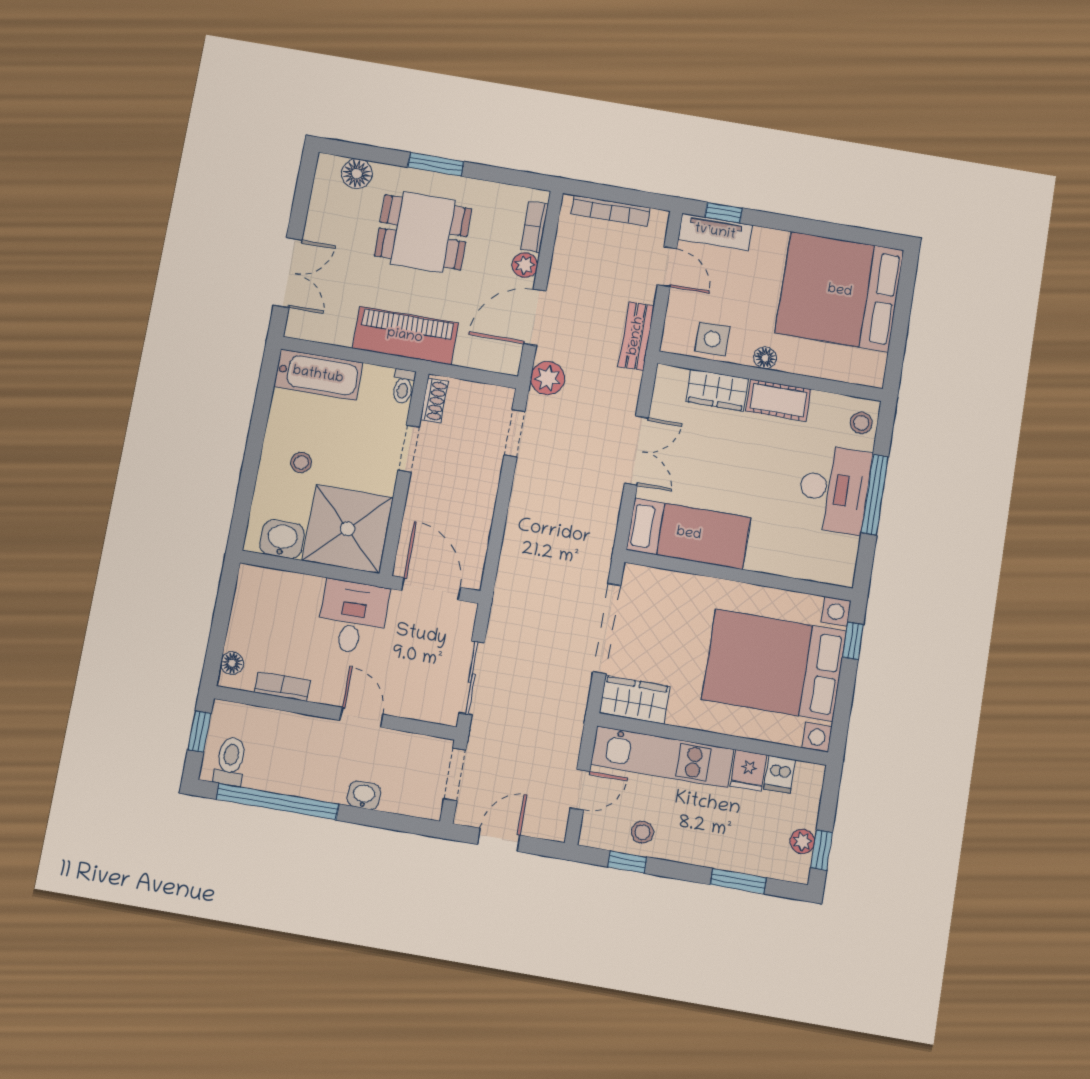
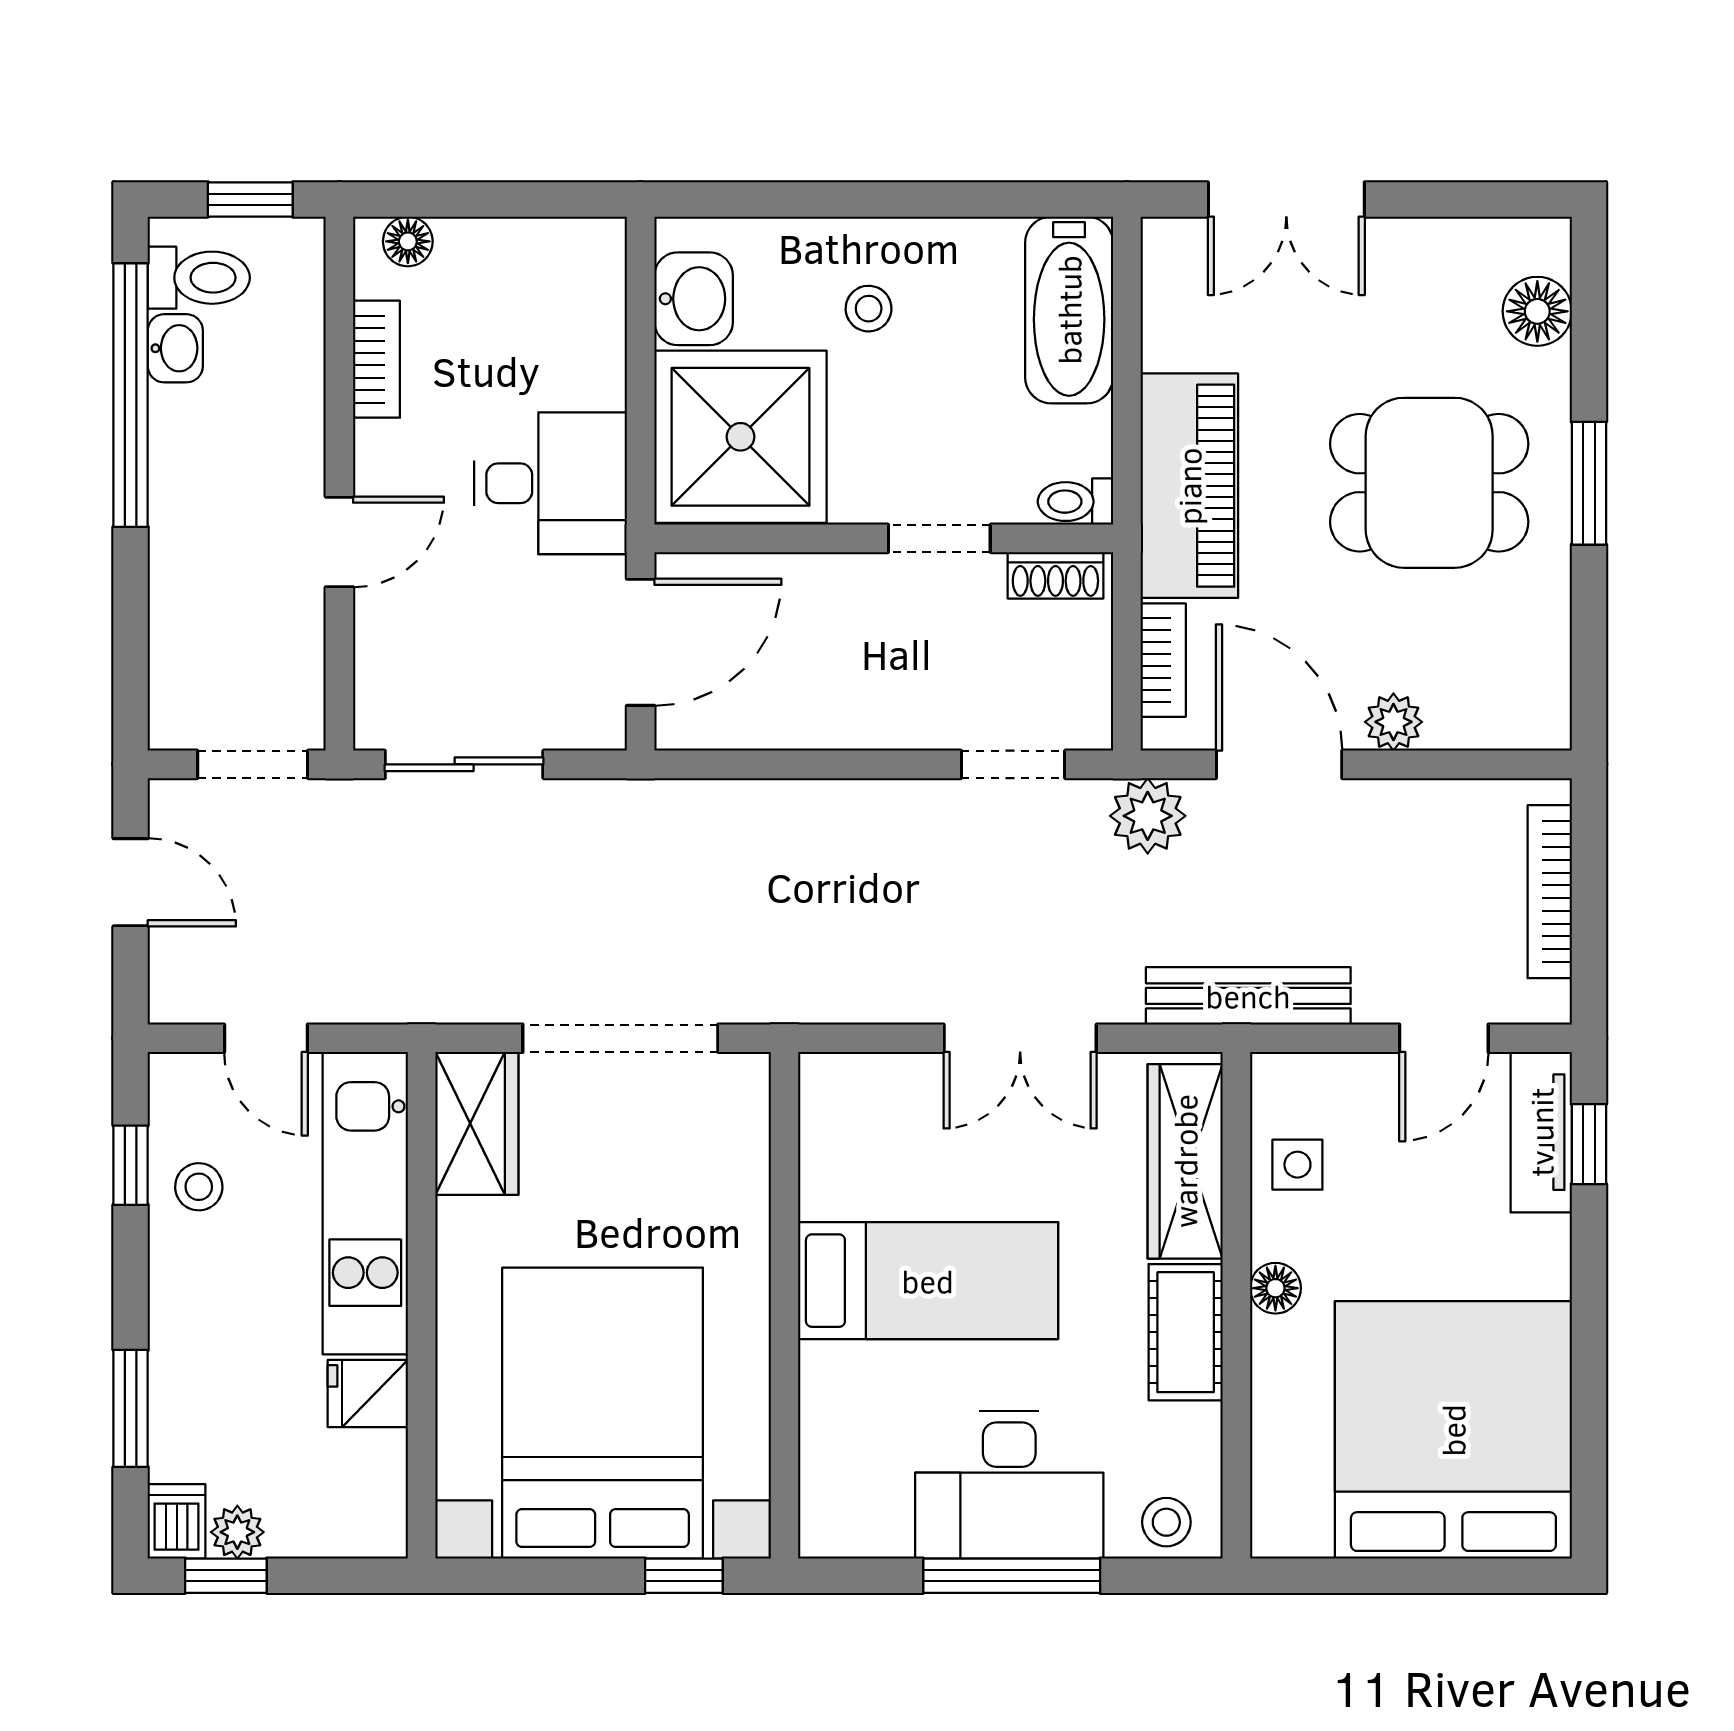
bookcase: (534, 227) -> (1163, 660), moved, turned 90
dining table: (423, 232) -> (1429, 483), turned 90
bench: (636, 336) -> (1248, 996), width x1.36
side table: (712, 339) -> (1297, 1165), width x0.73, depth x0.73
wardrobe: (717, 390) -> (1185, 1161), width x1.50
bed: (689, 534) -> (928, 1281), moved, turned -90
dishwasher: (780, 774) -> (177, 1521), moved, turned 90
washbasin: (364, 795) -> (175, 348), moved

